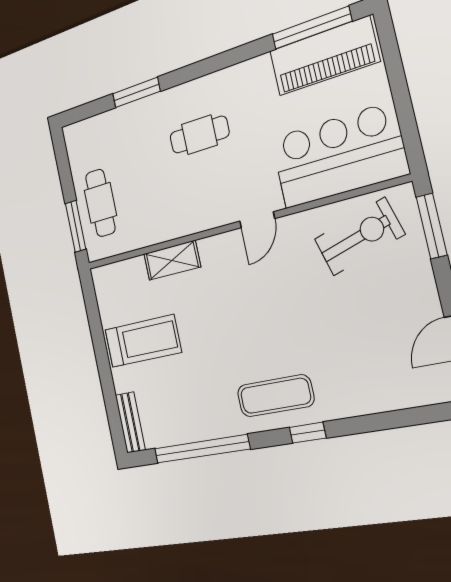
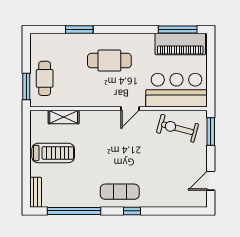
cafe table: (199, 135) -> (109, 61), width x1.37, depth x1.35
exercise bike: (359, 237) -> (177, 128), turned -149
shelving: (172, 260) -> (64, 117), moved

